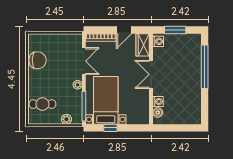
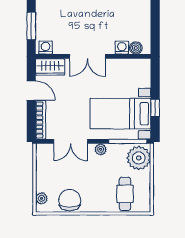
plant: (39, 38) -> (42, 198), added
double door: (84, 61) -> (71, 141), swing flipped
plant: (66, 119) -> (139, 158), width x1.87, depth x1.87

